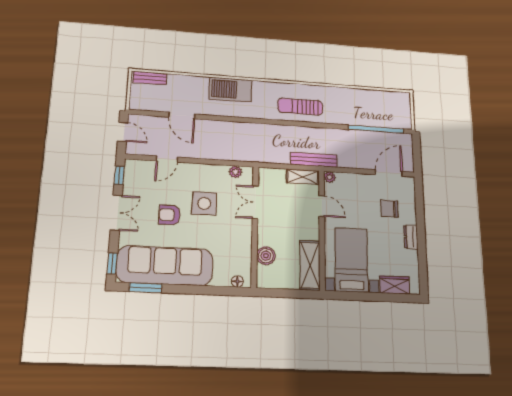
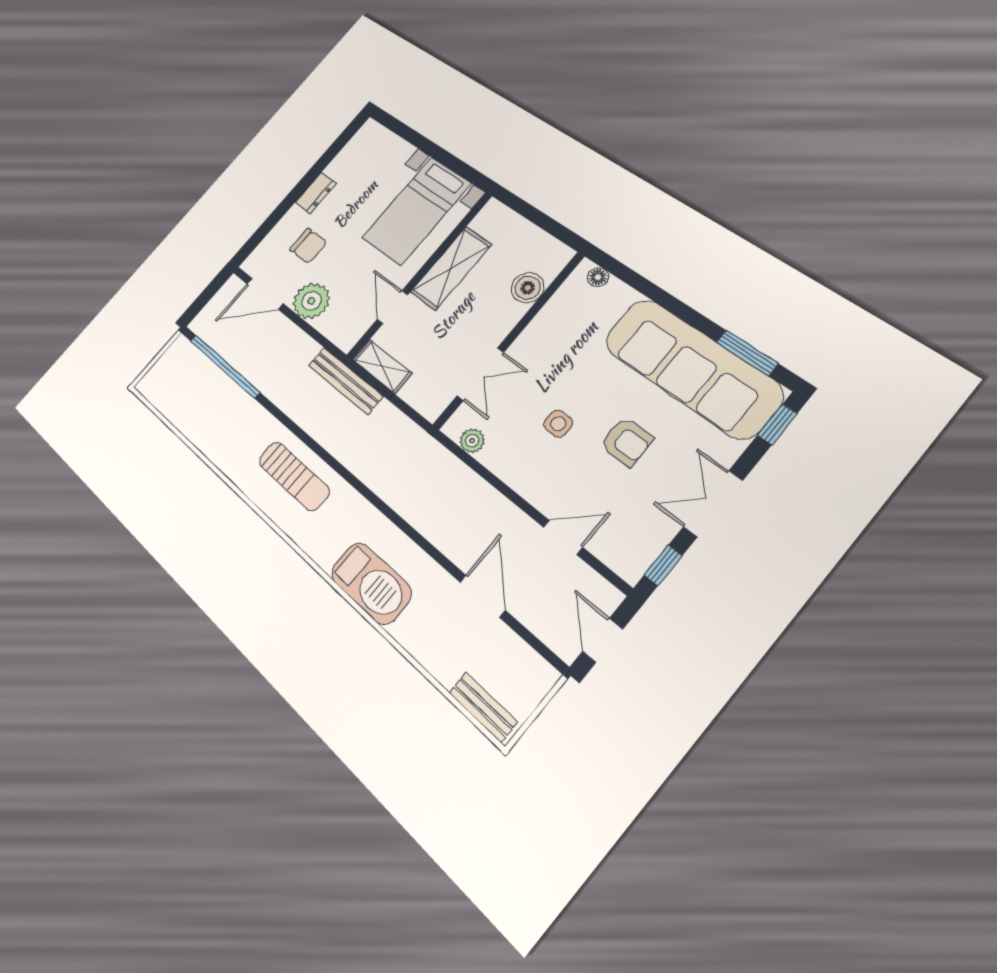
plant: (330, 177) -> (311, 301), moved, width x1.87, depth x1.87
side table: (204, 203) -> (558, 424), width x0.54, depth x0.54
shelving: (310, 265) -> (451, 268), moved
wardrobe: (395, 285) -> (390, 147), removed

